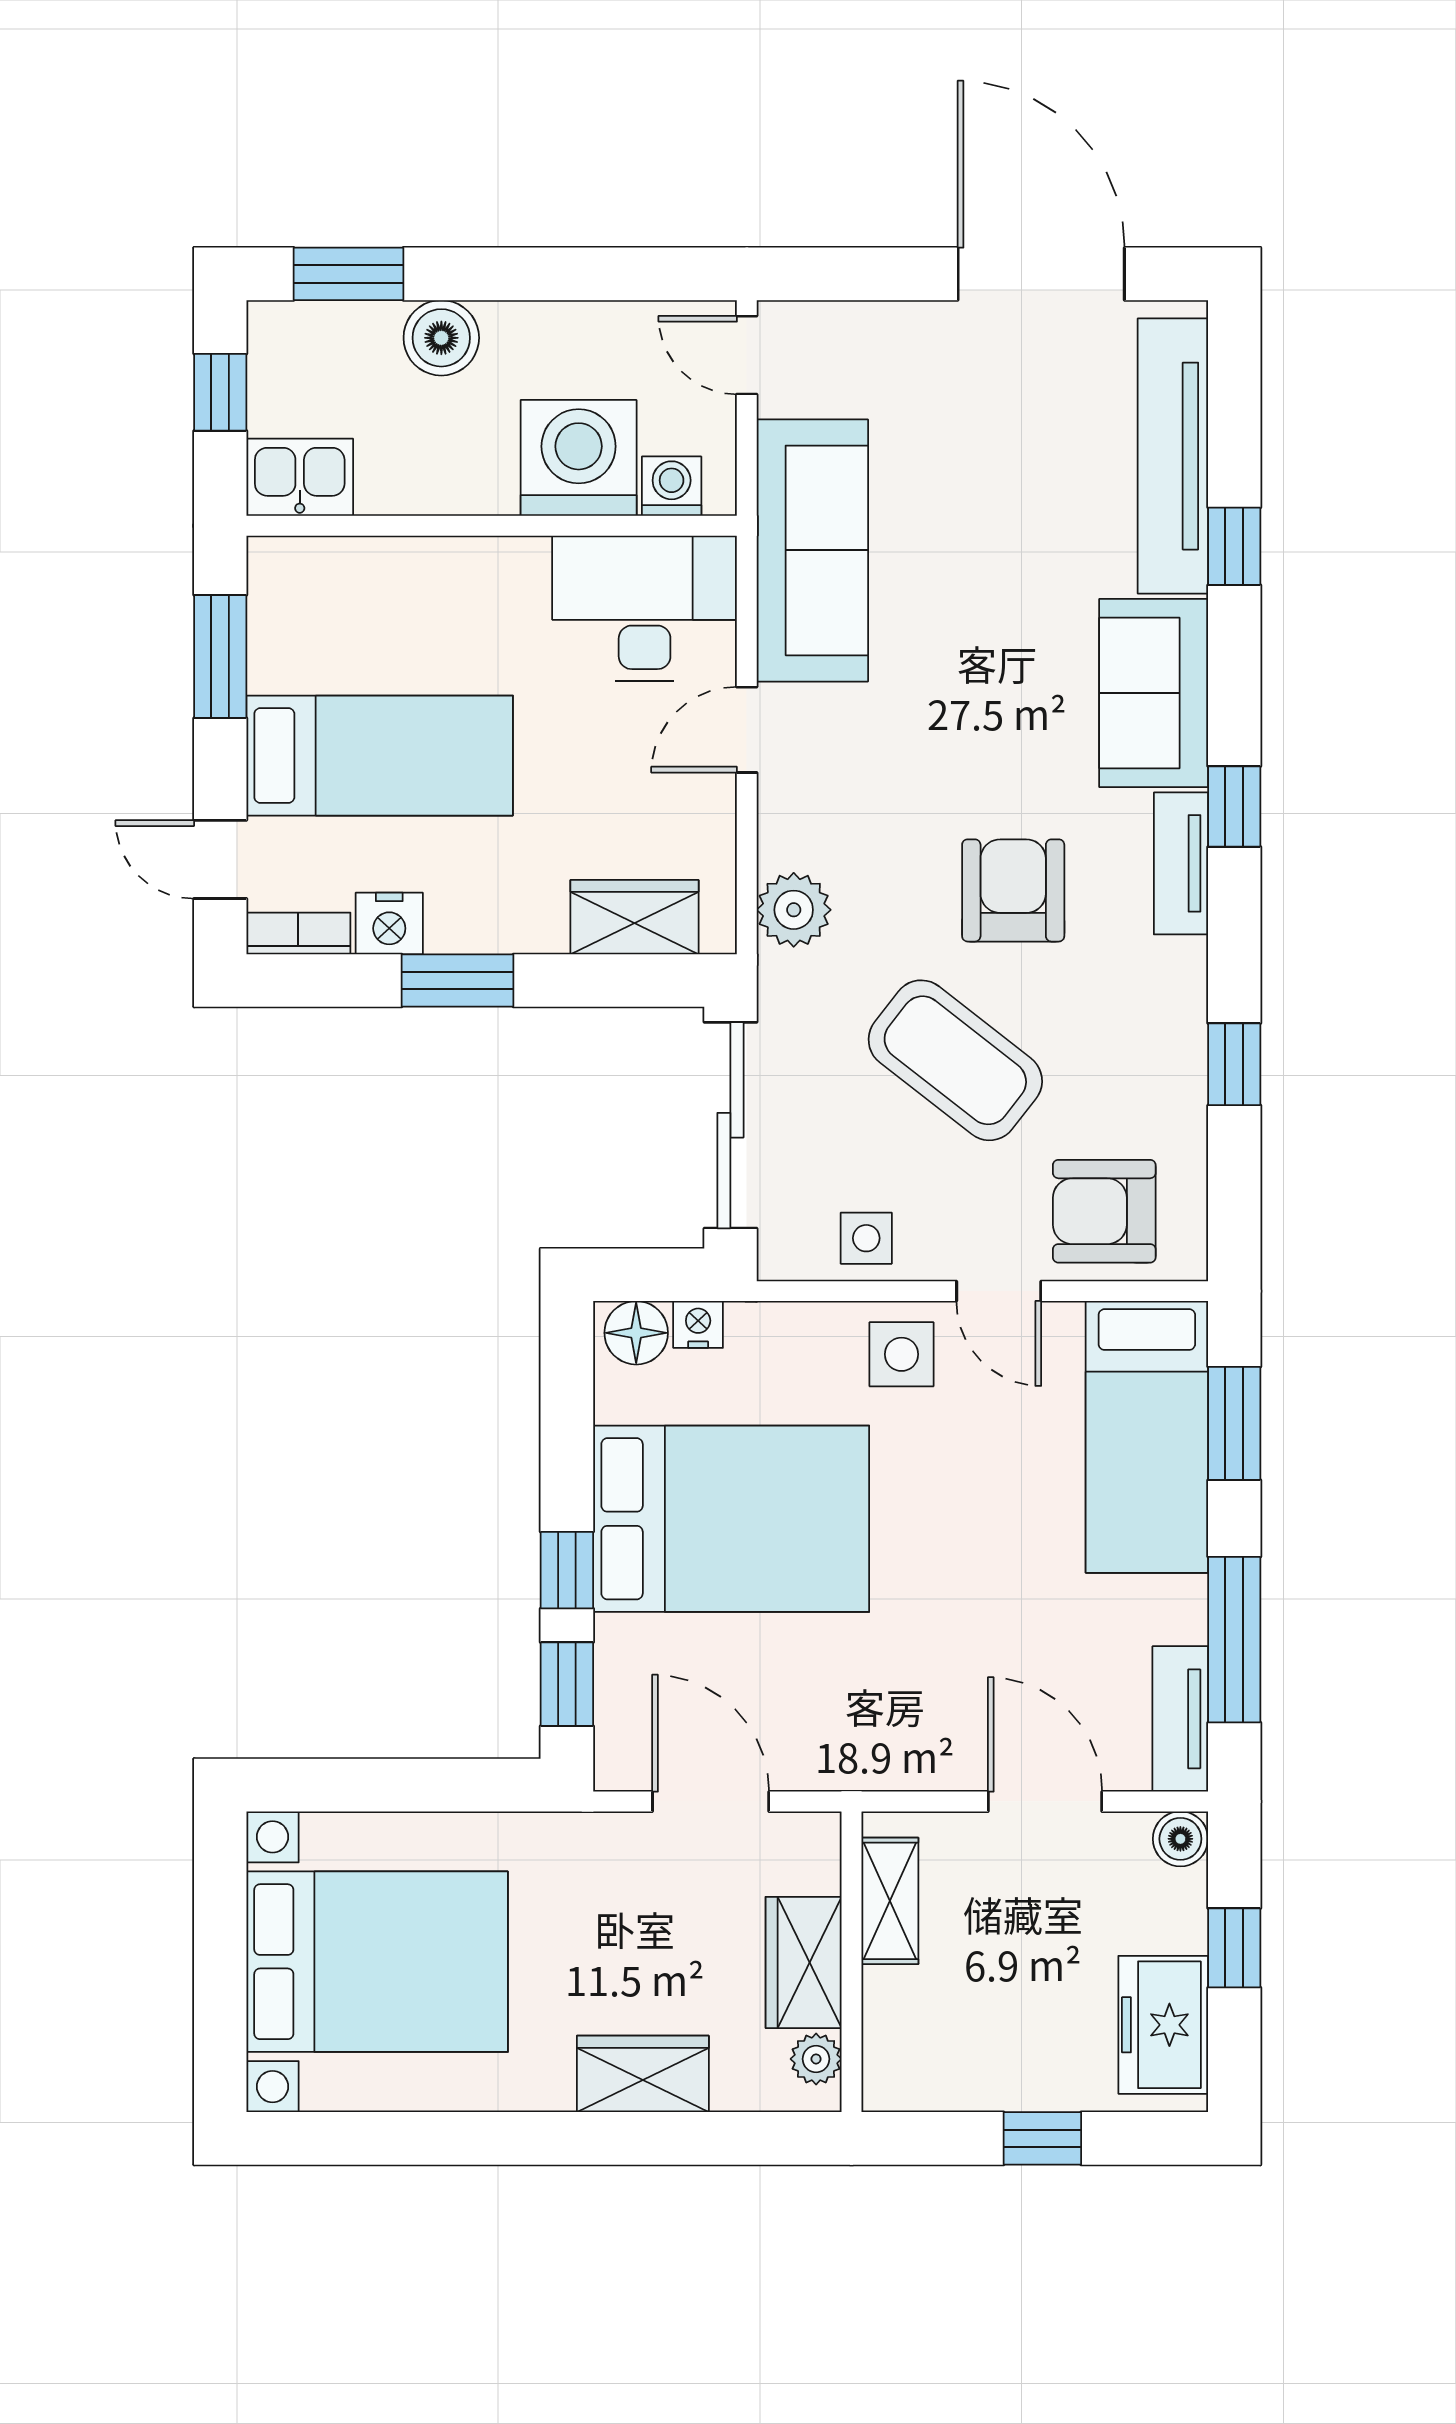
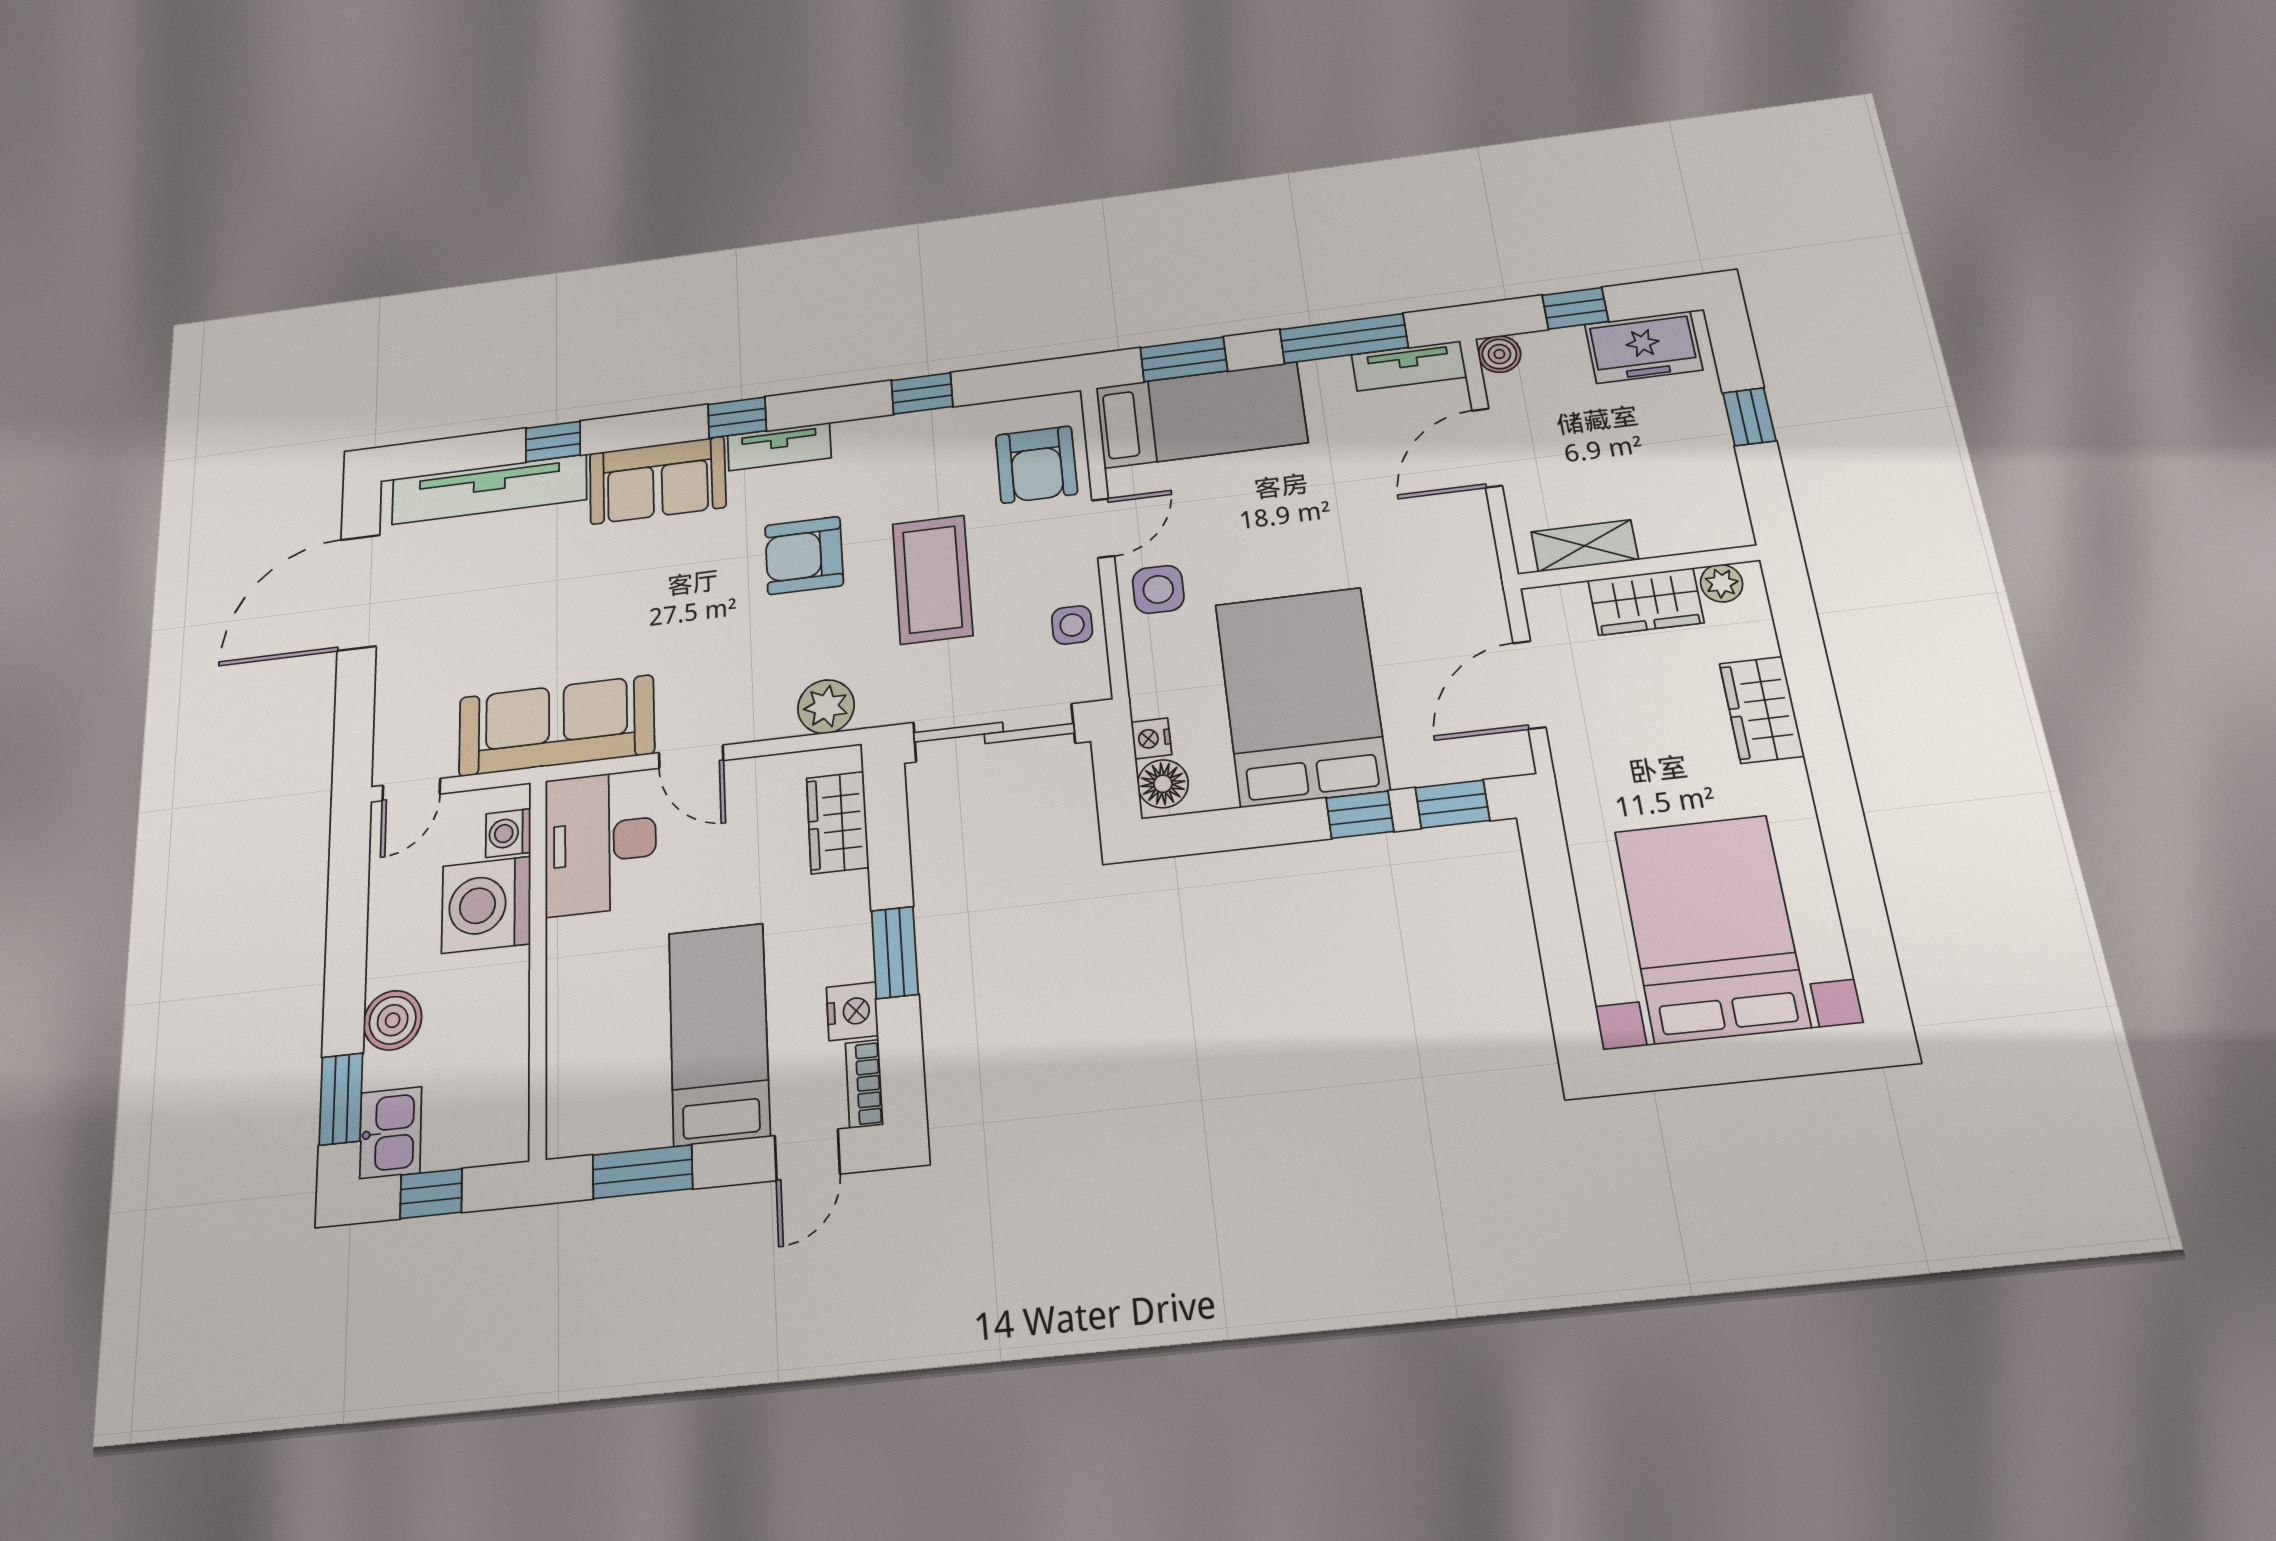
kitchen sink: (300, 477) -> (390, 1133), moved, turned 180
coffee table: (955, 1060) -> (932, 579), turned -38

